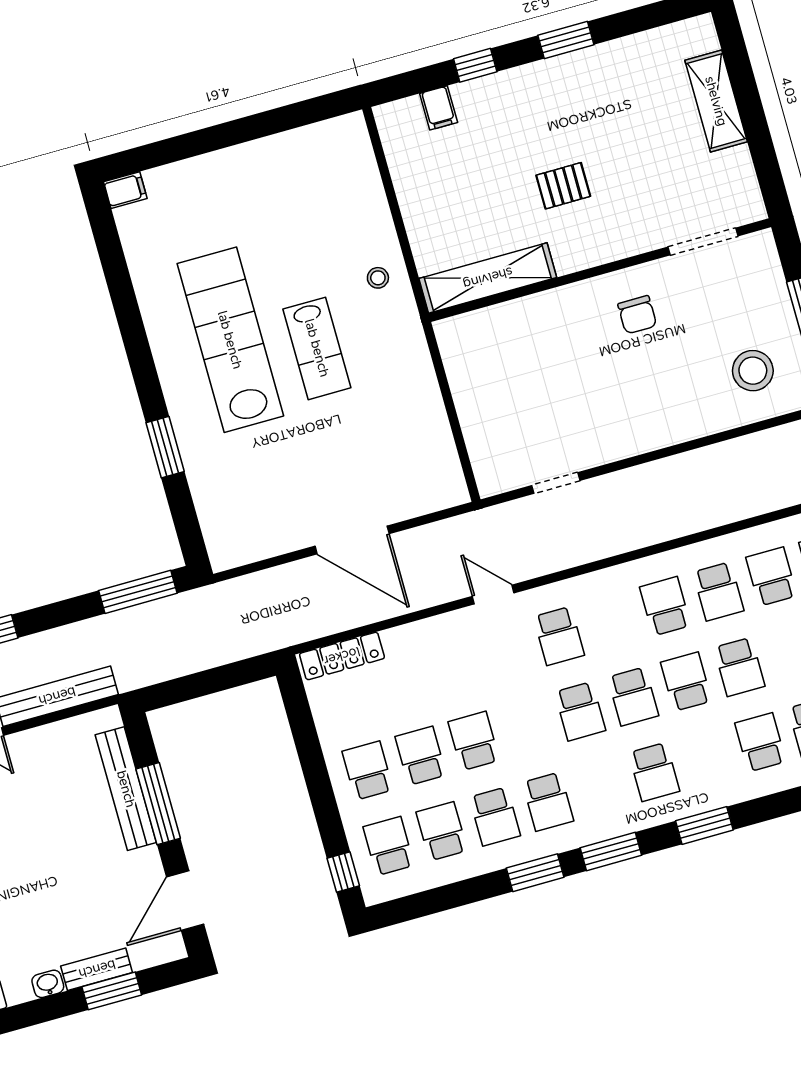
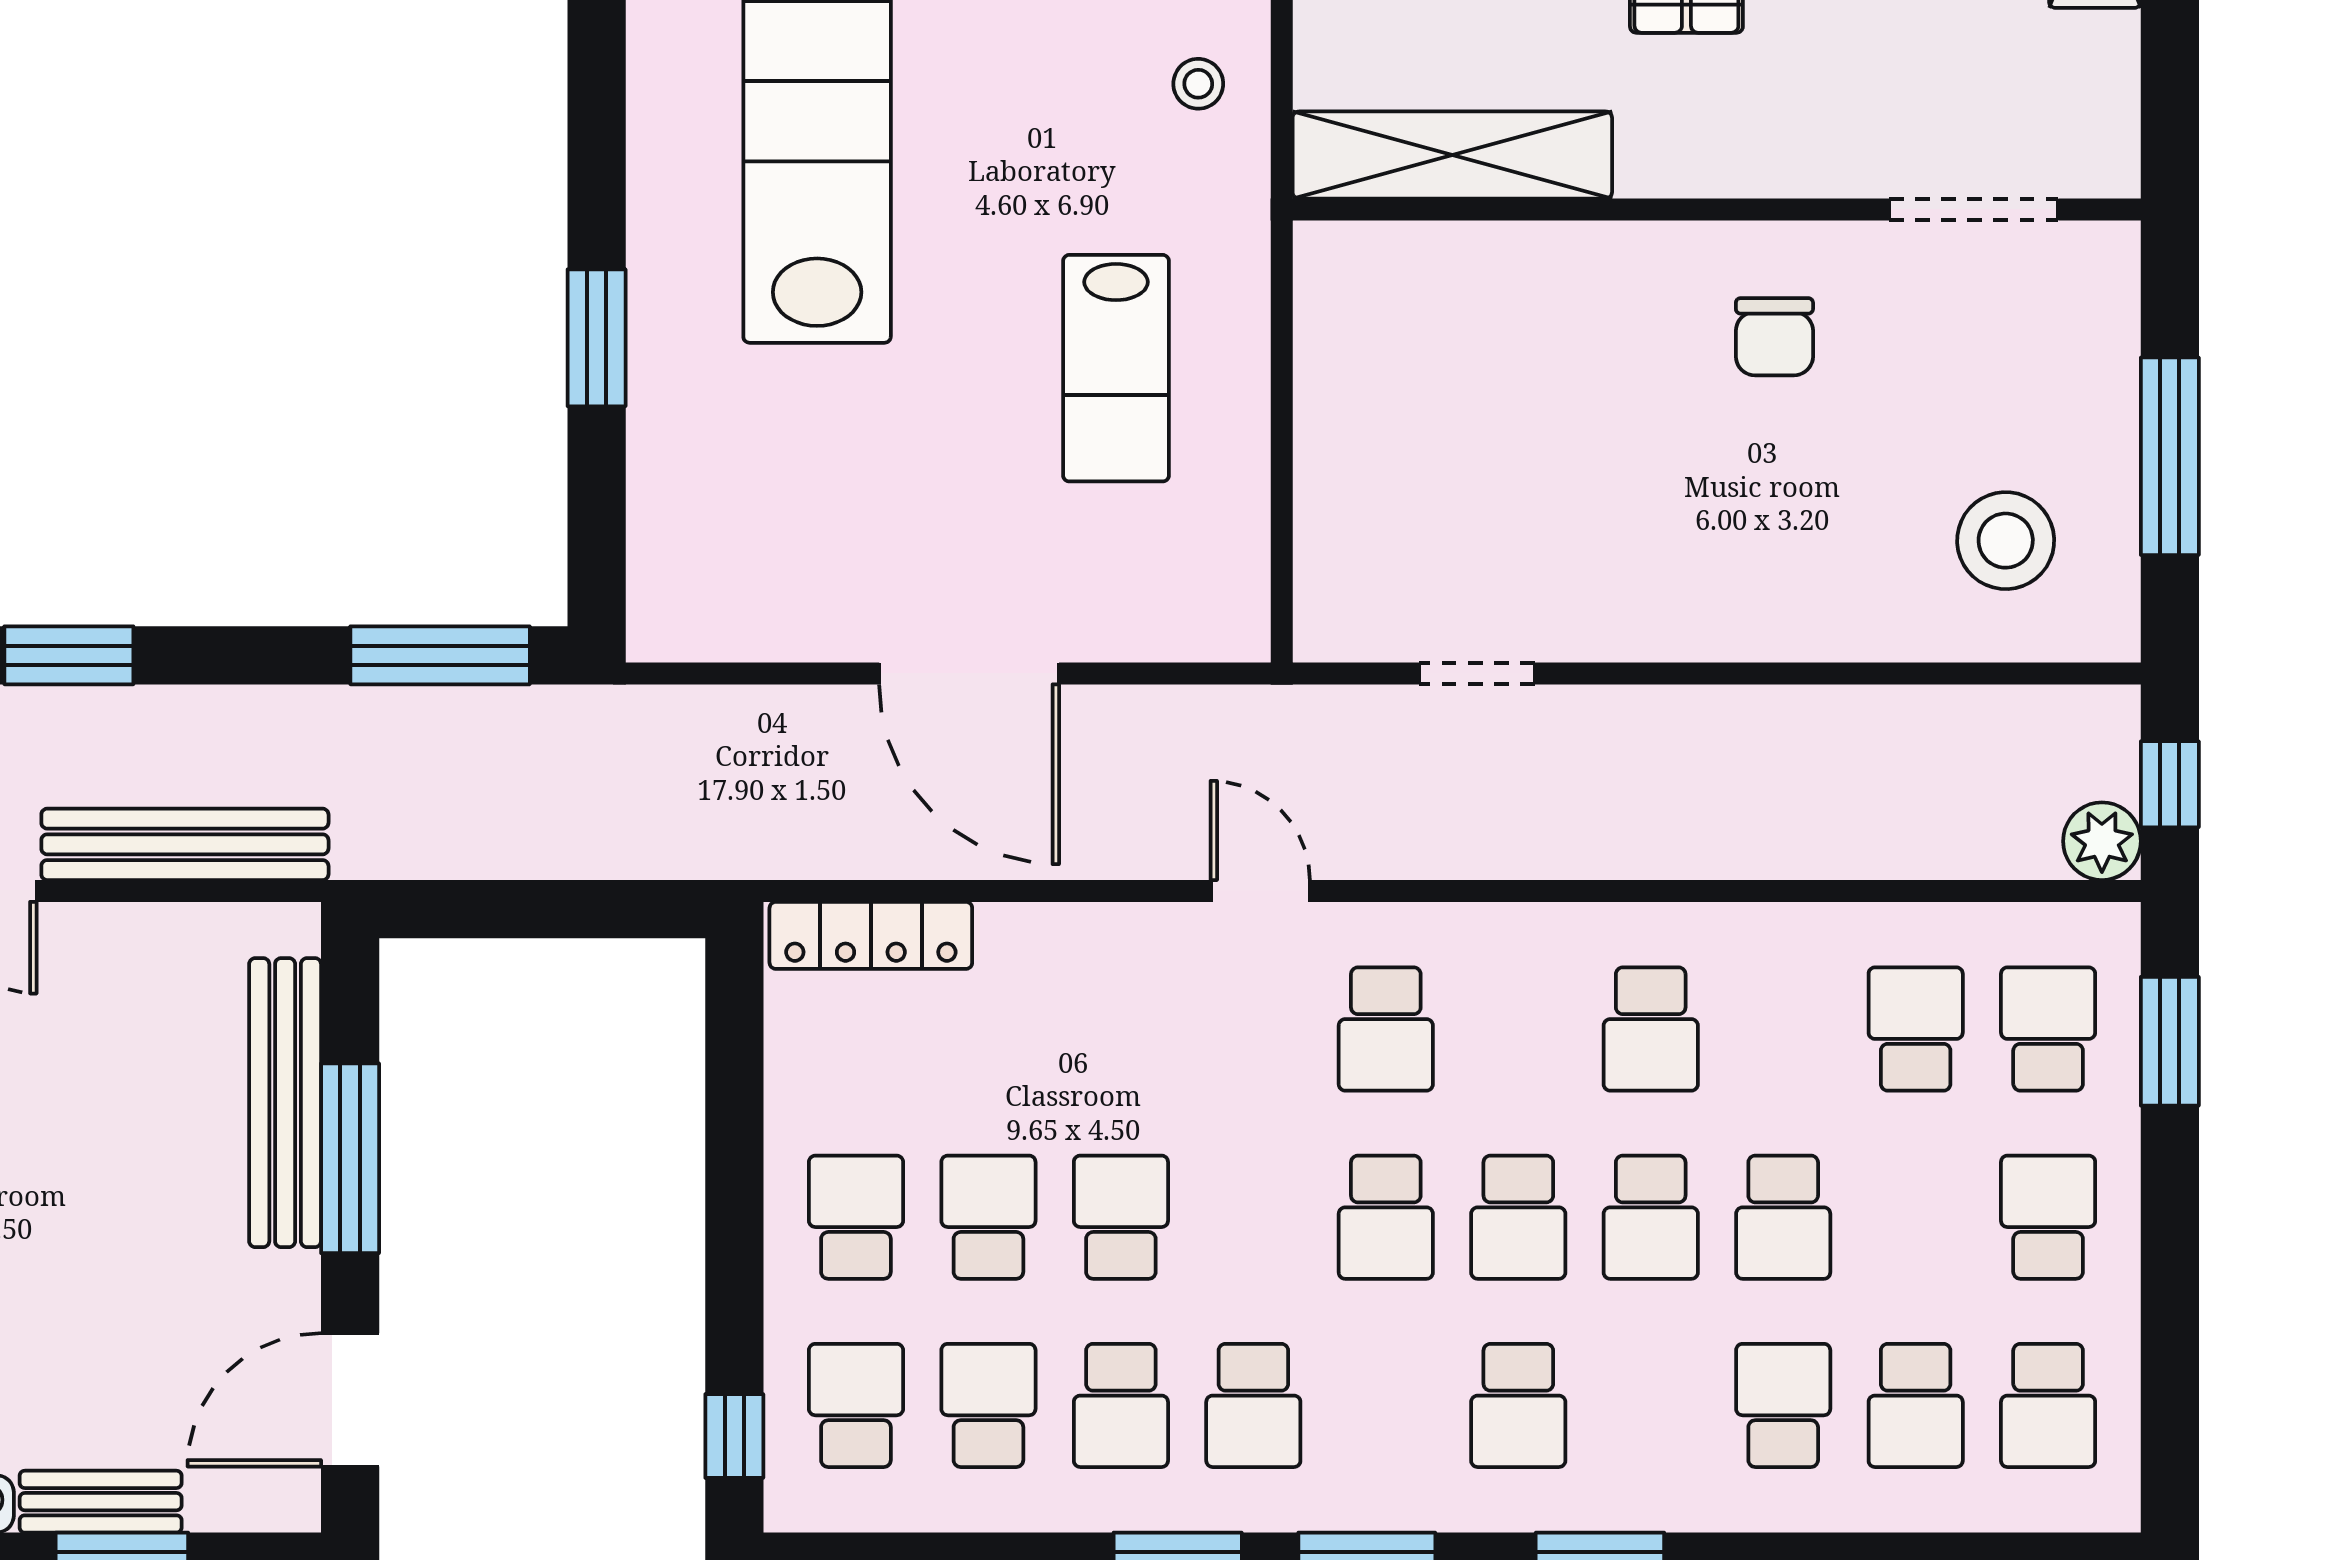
lab bench: (317, 348) -> (1116, 368), moved
school desk: (718, 591) -> (1783, 1029), removed
school desk: (665, 606) -> (1651, 1029), turned 180
school desk: (686, 682) -> (1651, 1217), turned 180

